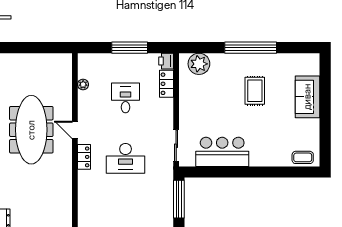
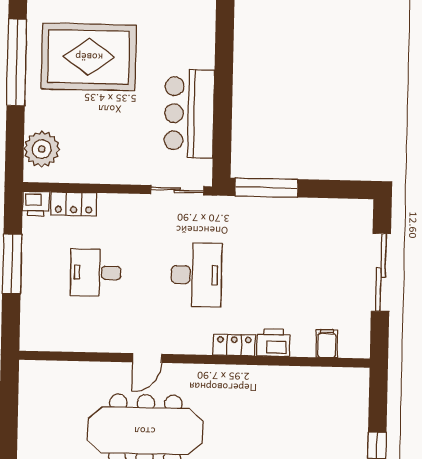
plant: (83, 84) -> (72, 343), removed
rug: (255, 91) -> (89, 57), width x1.86, depth x2.06
locker: (84, 157) -> (234, 345), moved
printer: (86, 206) -> (273, 343), added

